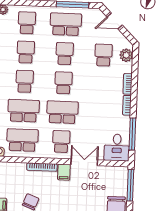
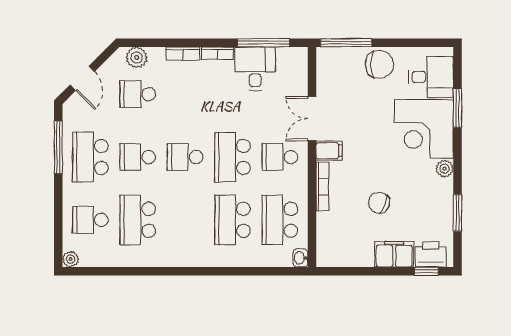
school desk: (26, 52) -> (138, 220), width x1.85
school desk: (25, 81) -> (185, 220), removed
desk: (117, 148) -> (255, 68), moved, turned -90

